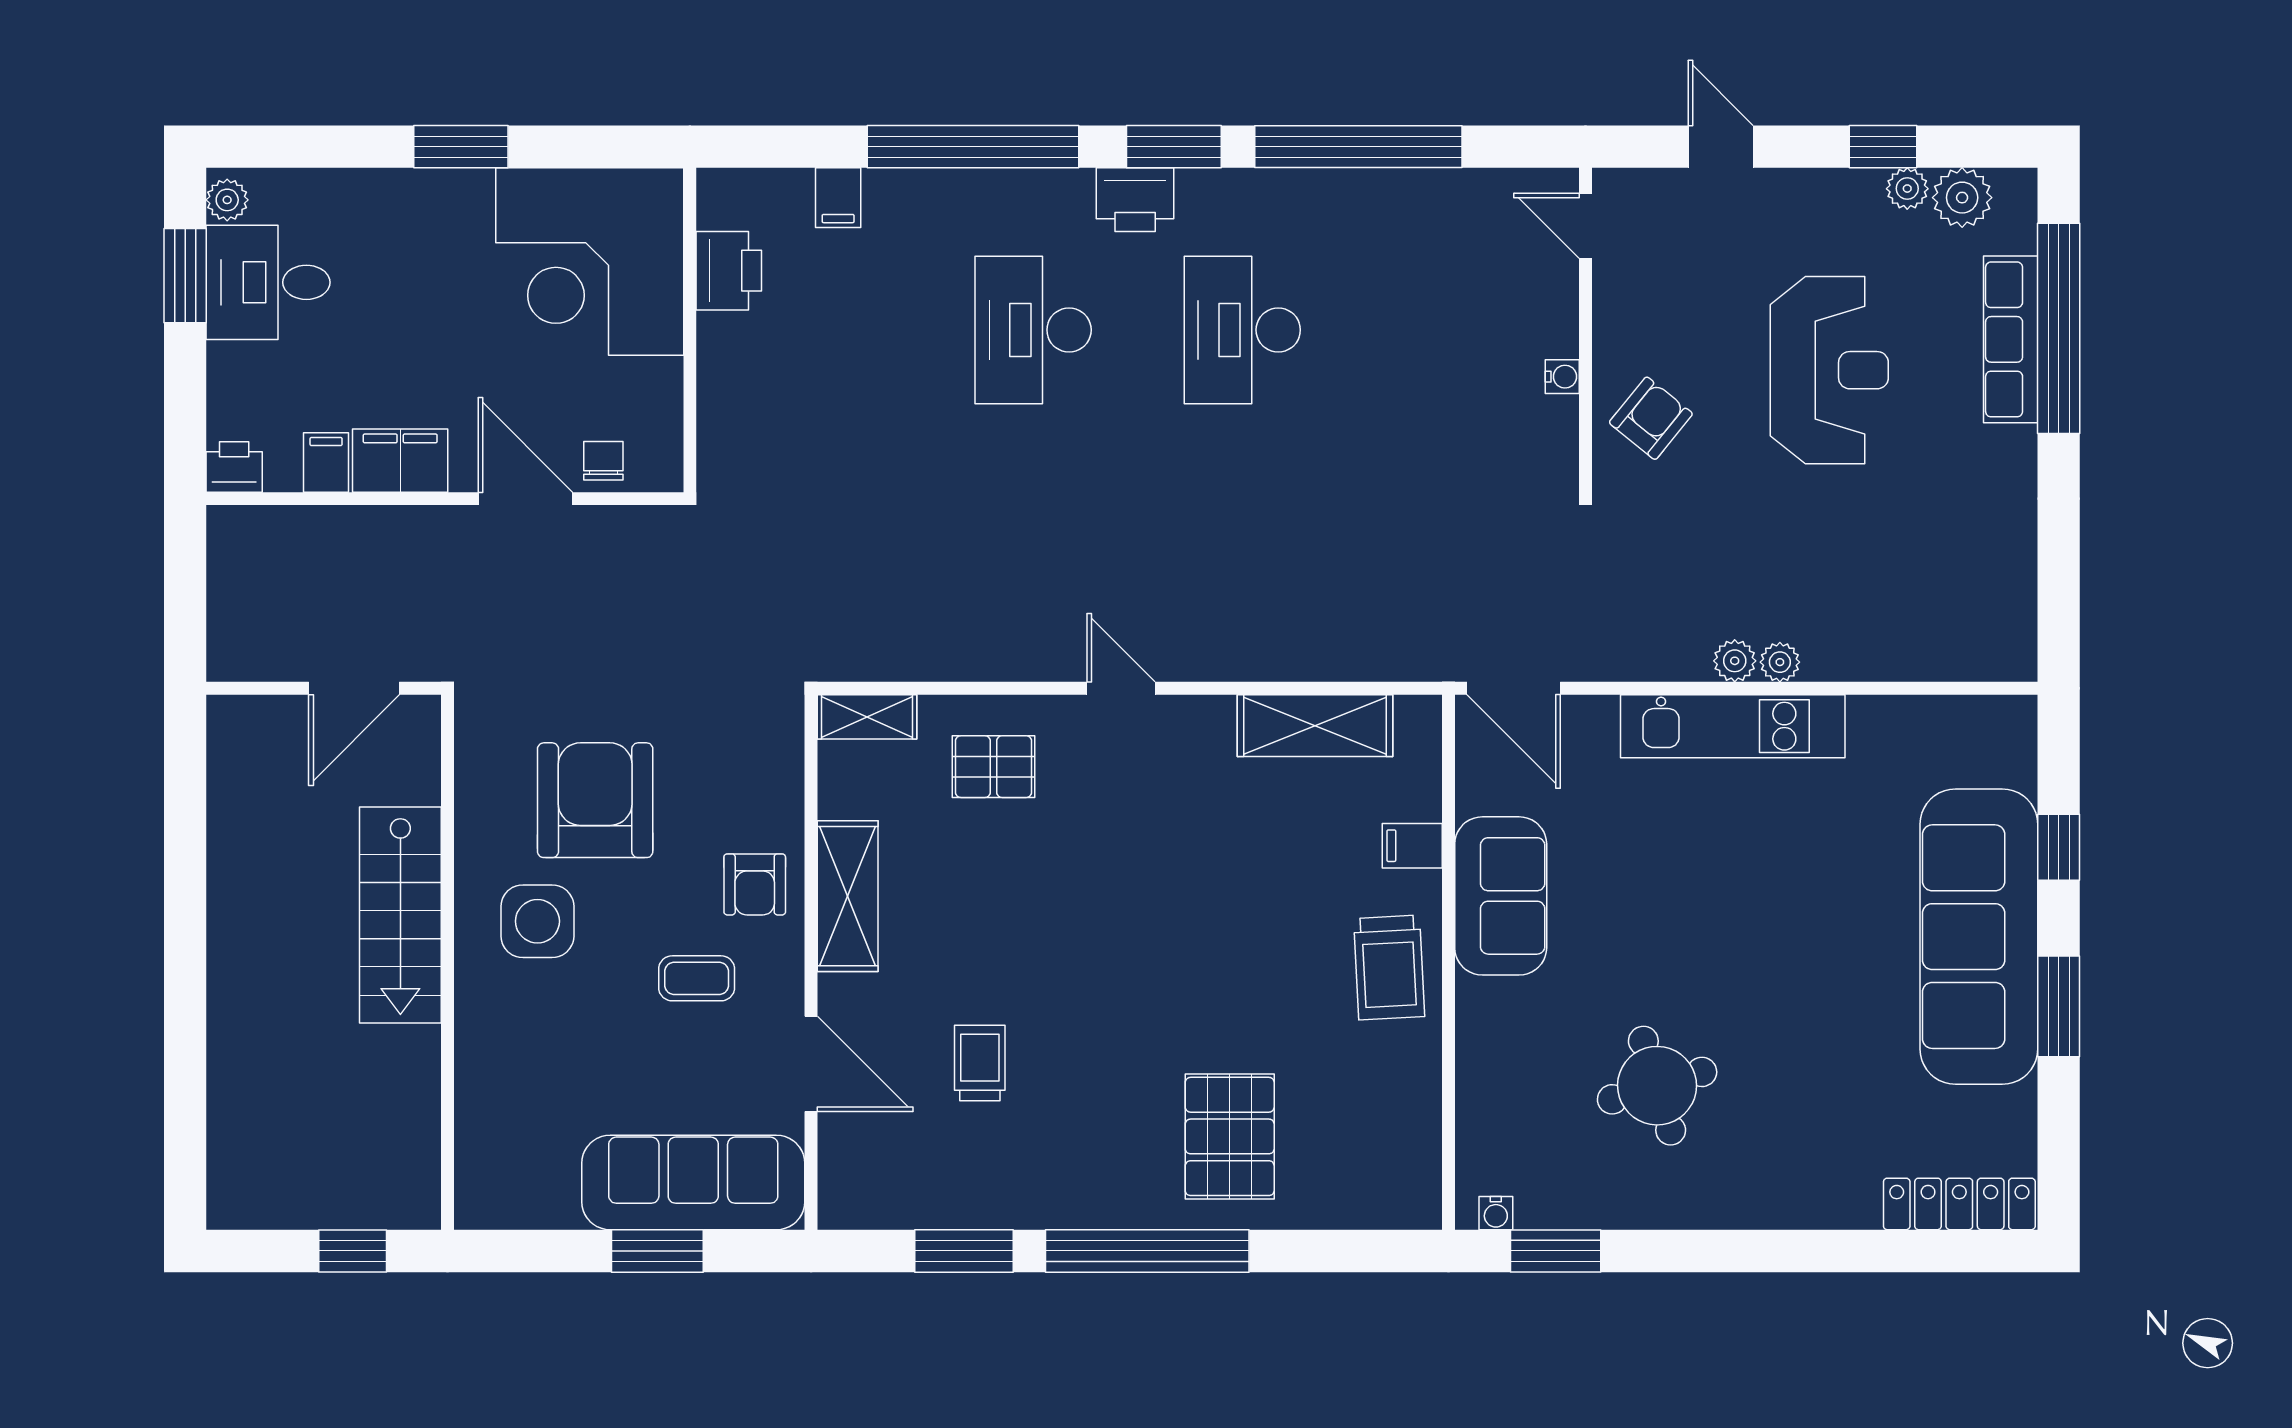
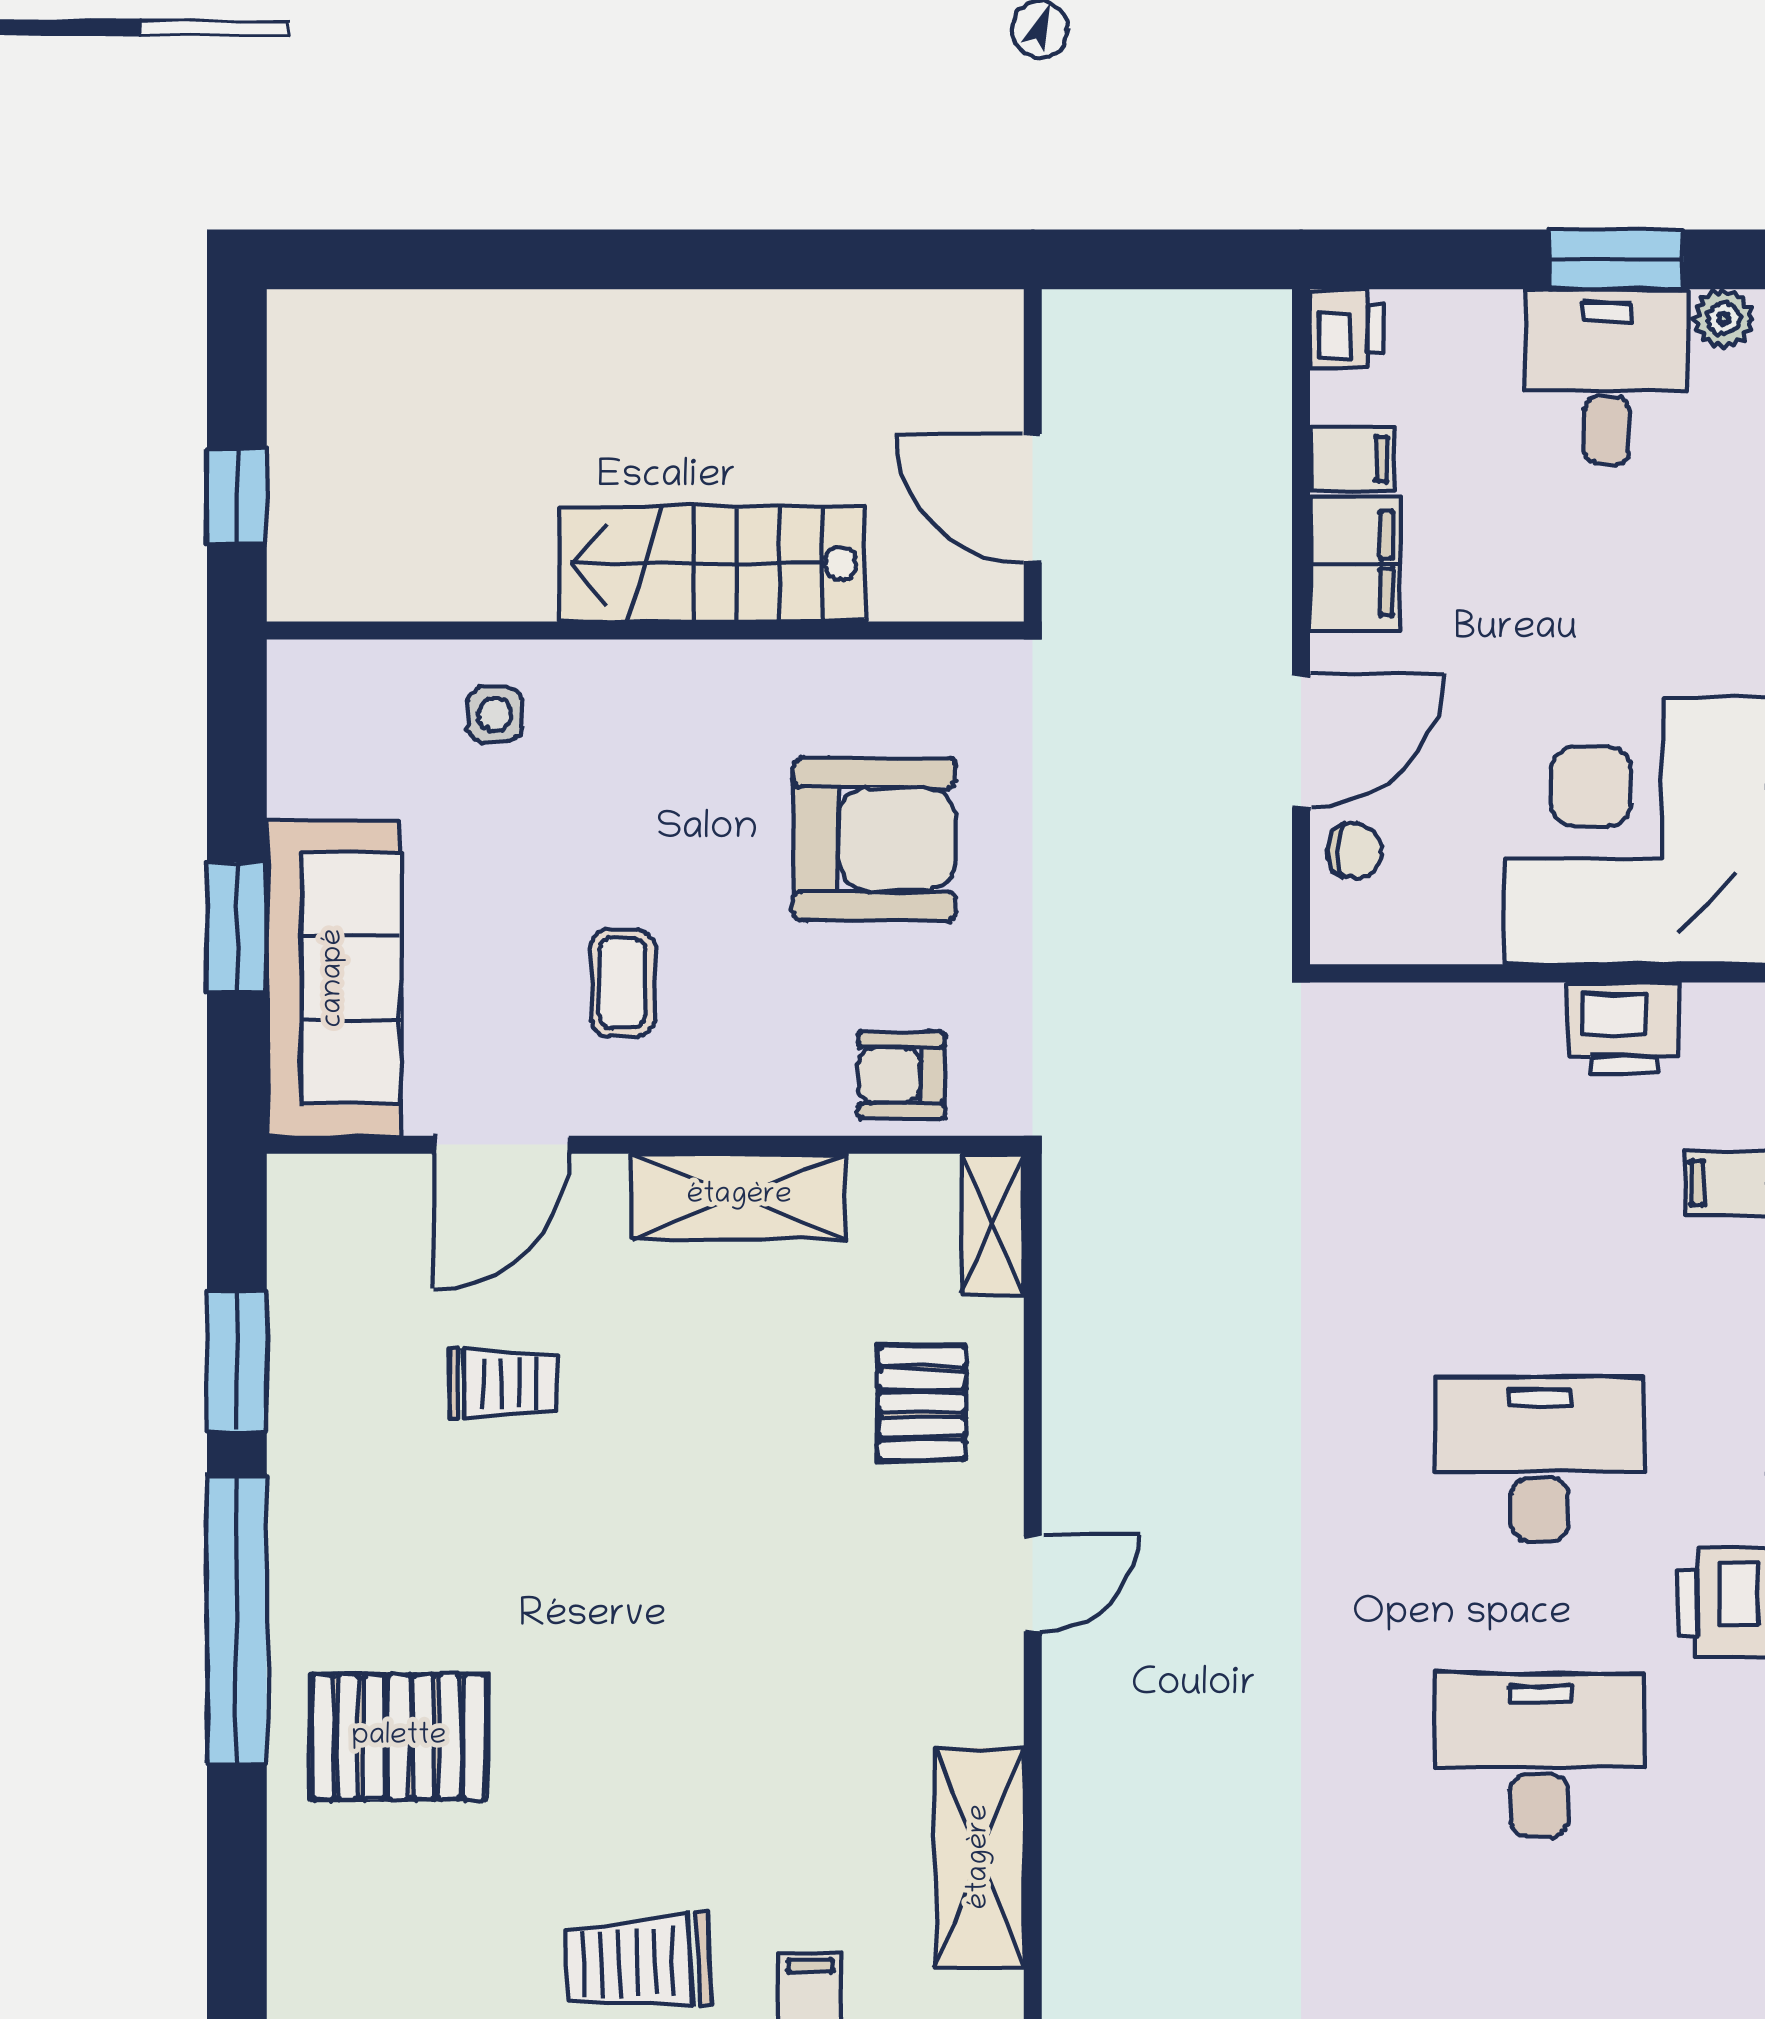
armchair: (755, 884) -> (902, 1075), moved
side table: (537, 921) -> (495, 715), moved, width x0.54, depth x0.54

